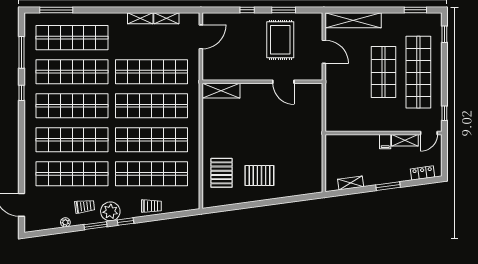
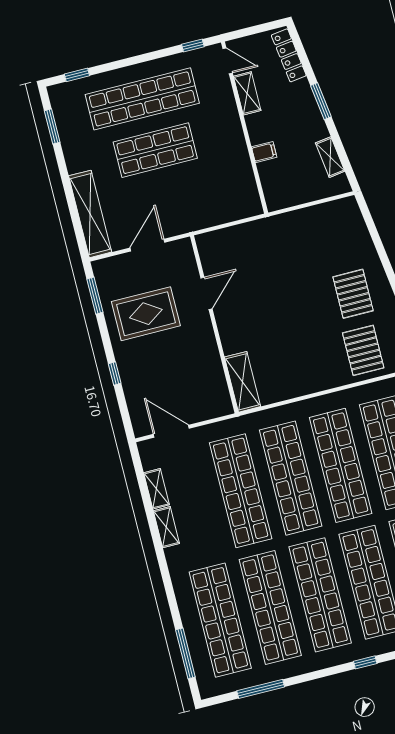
window: (284, 10) -> (95, 296), moved
window: (21, 93) -> (365, 662), moved
filing cabinet: (385, 142) -> (264, 152), moved
pallet: (222, 173) -> (363, 350), turned 90
locker: (422, 173) -> (289, 55), width x1.53

